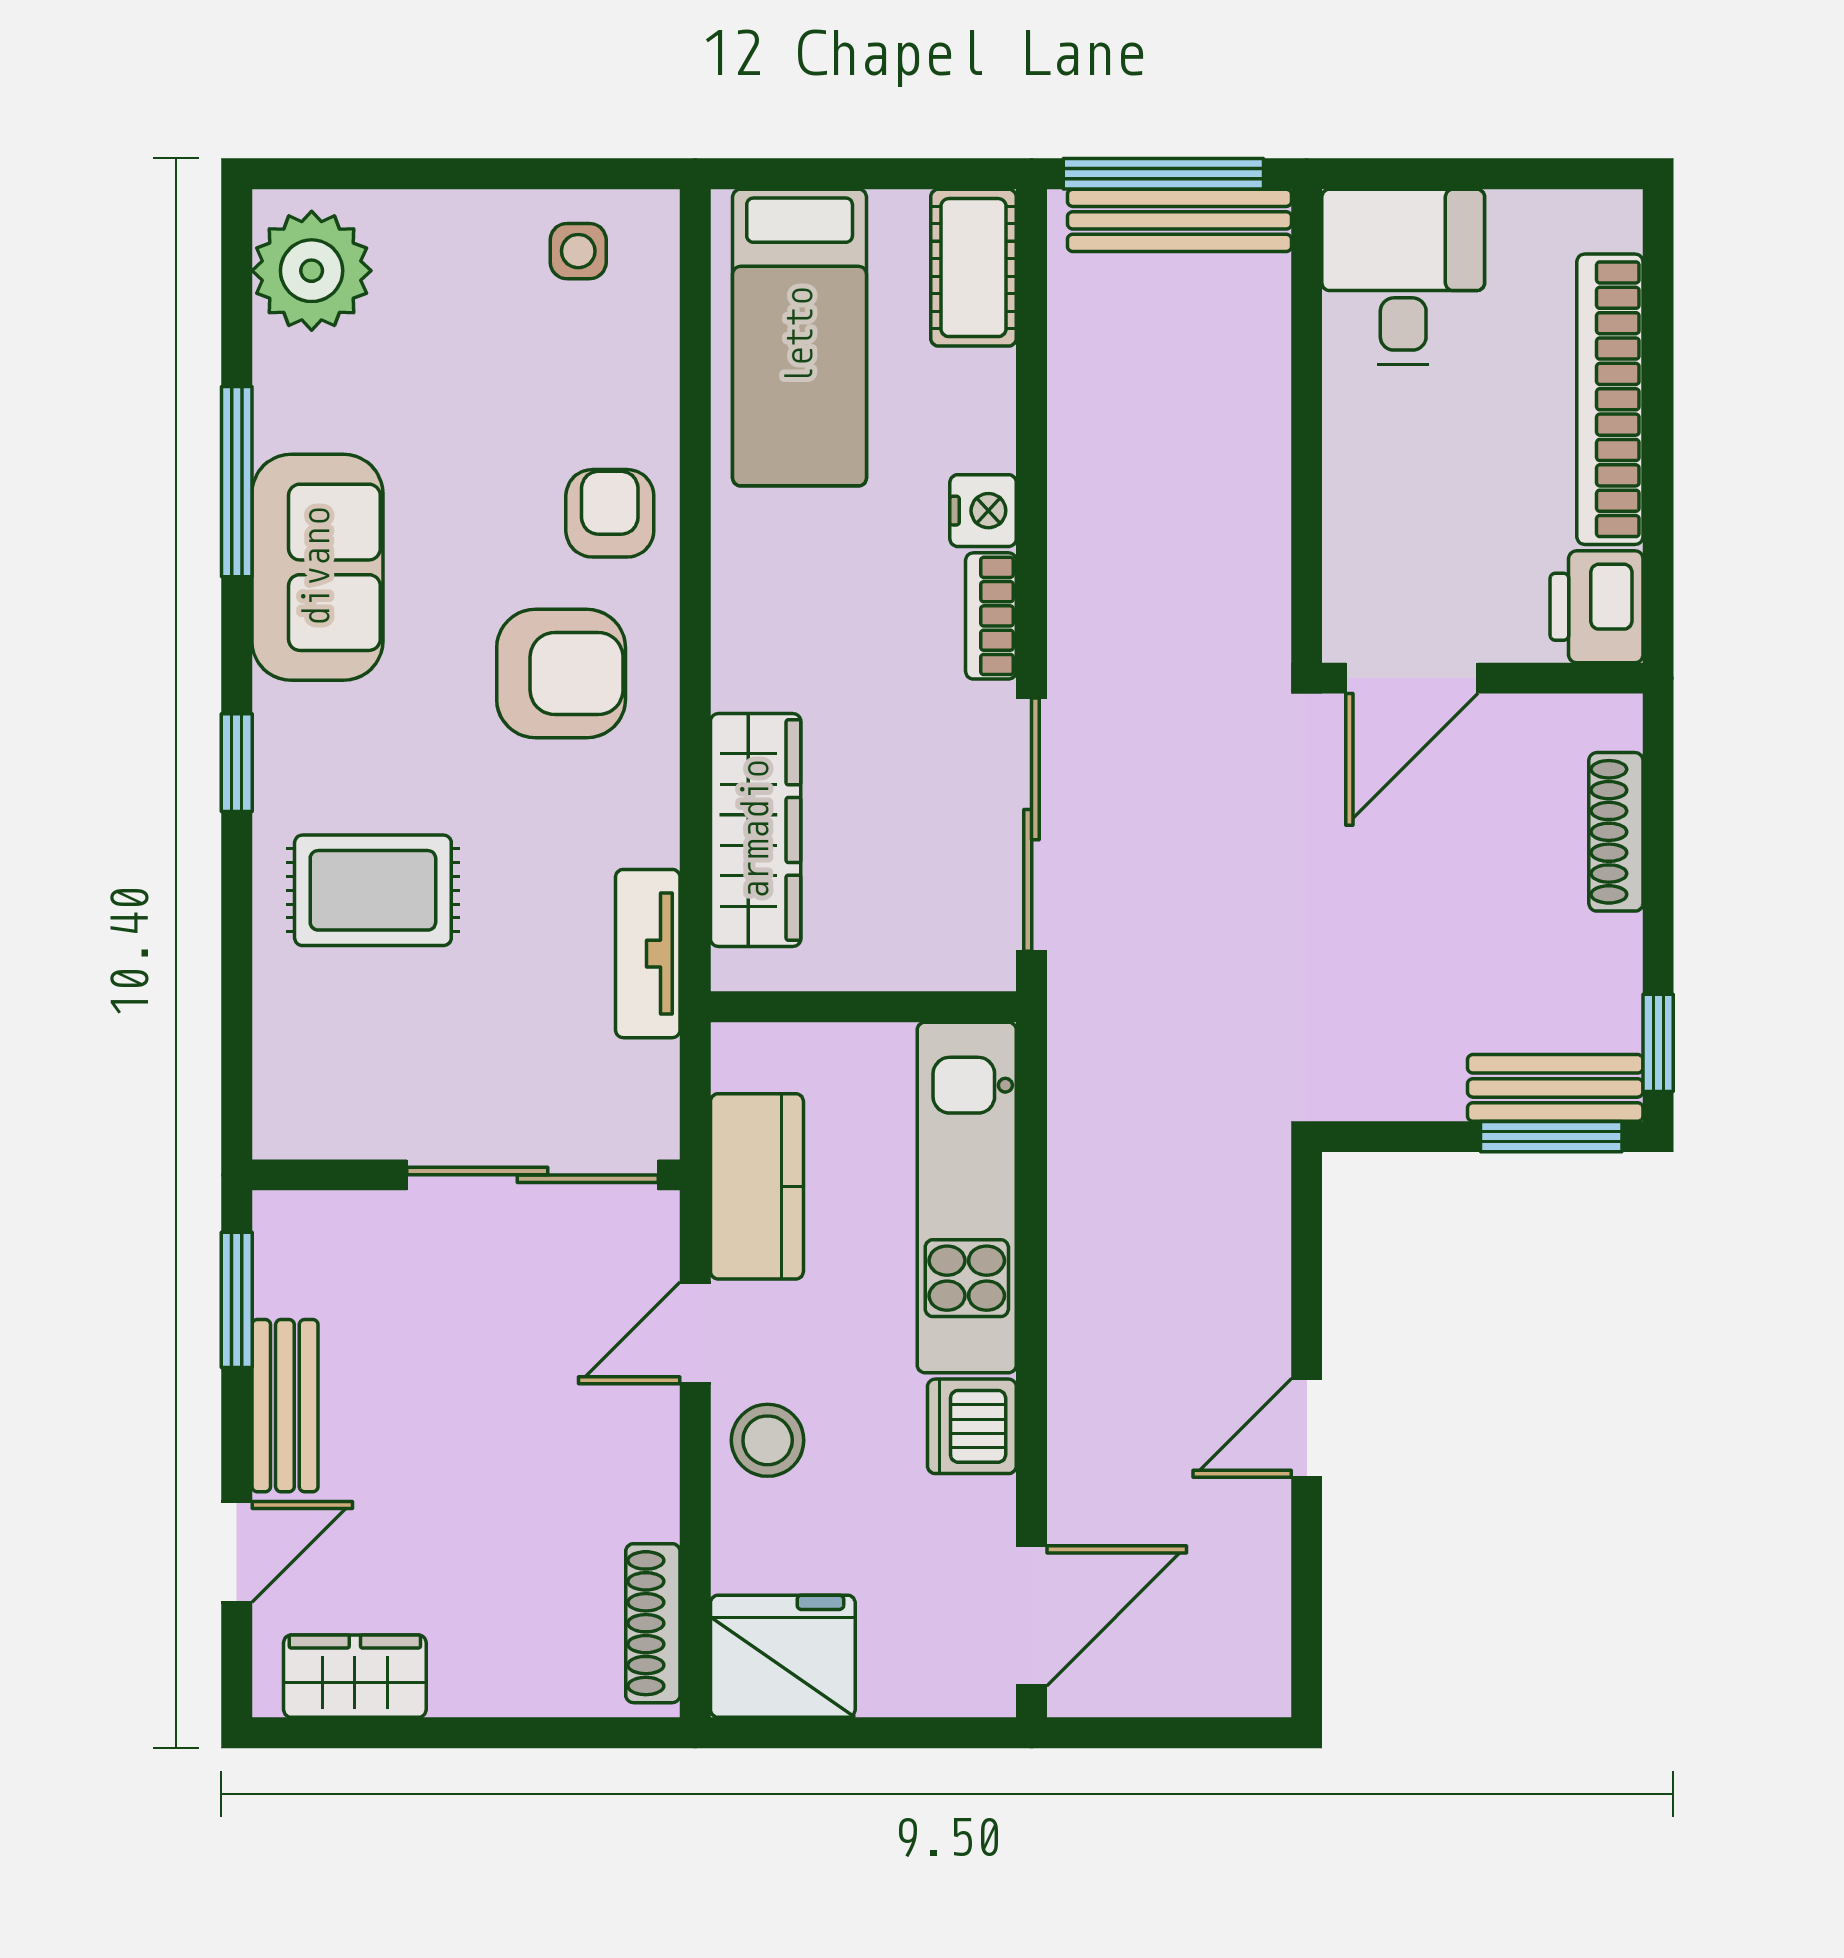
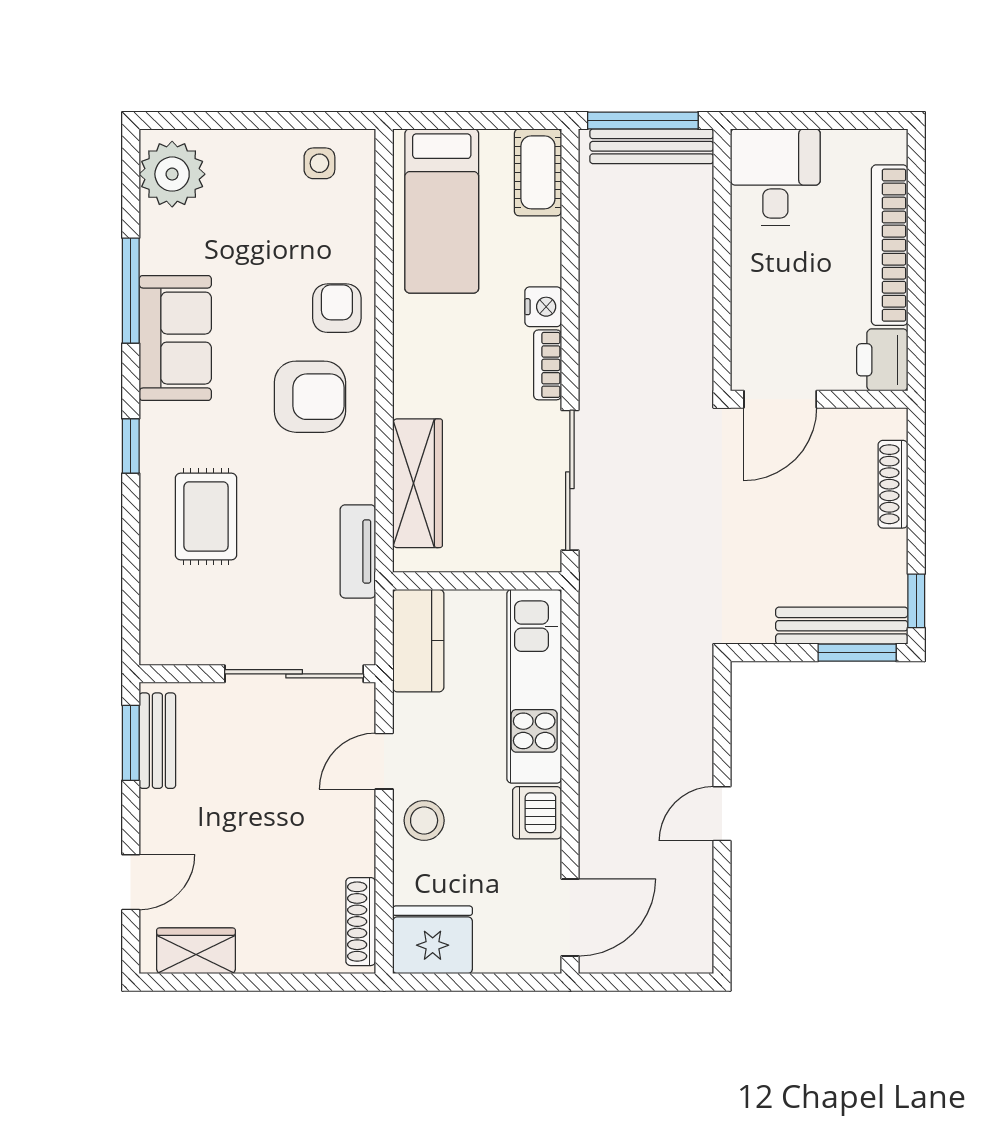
rug: (373, 890) -> (206, 516), turned 90
bench: (1555, 1088) -> (842, 626), width x1.36
kitchen counter: (757, 1186) -> (418, 641), moved
bench: (285, 1406) -> (157, 741), moved

